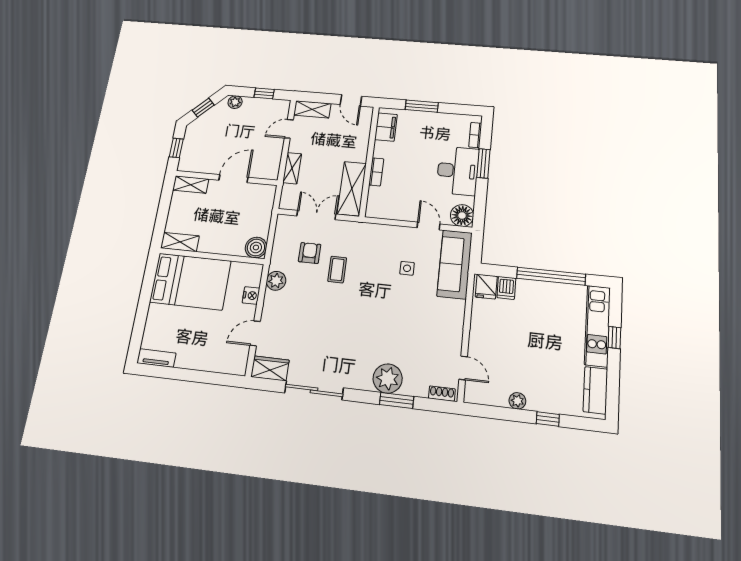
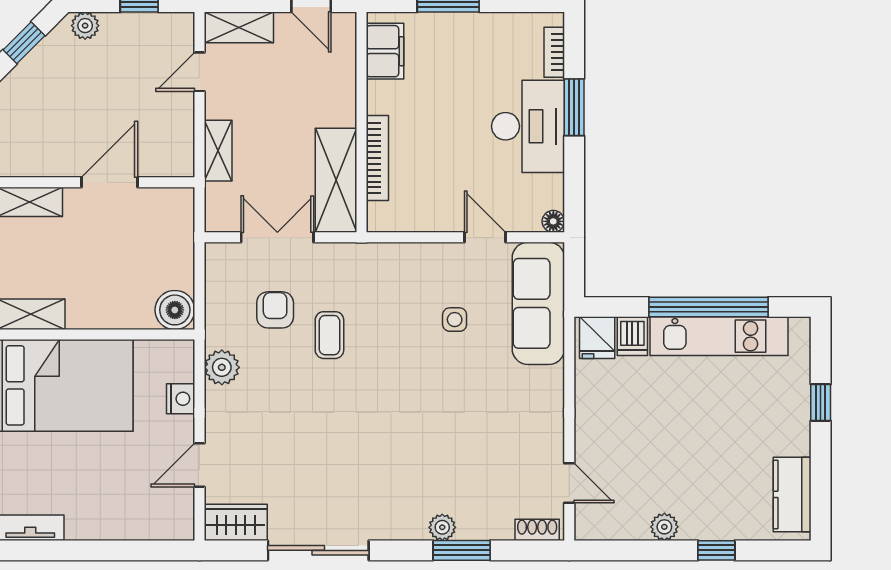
bookcase: (376, 172) -> (377, 158), width x1.56
floor lamp: (462, 216) -> (553, 221), width x0.53, depth x0.53
kitchen unit: (597, 326) -> (719, 336), moved, turned -90
plant: (388, 379) -> (442, 527), width x0.53, depth x0.53

